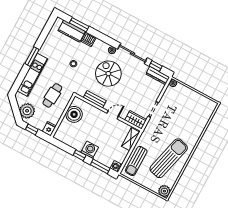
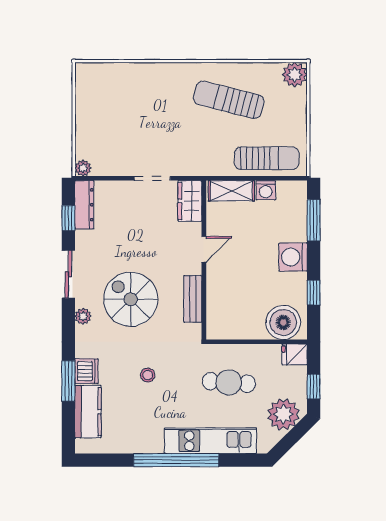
window: (79, 25) -> (68, 381), moved
sliding door: (133, 54) -> (68, 274), width x0.73
window: (32, 57) -> (176, 460), width x2.11
spiral stairs: (108, 74) -> (131, 299), turned 90
boiler: (74, 114) -> (283, 322), moved
door: (113, 115) -> (204, 249), swing flipped
window: (80, 155) -> (314, 293), moved
sun lounger: (169, 158) -> (229, 100), width x0.73, depth x0.75
washing machine: (116, 166) -> (266, 190), moved

